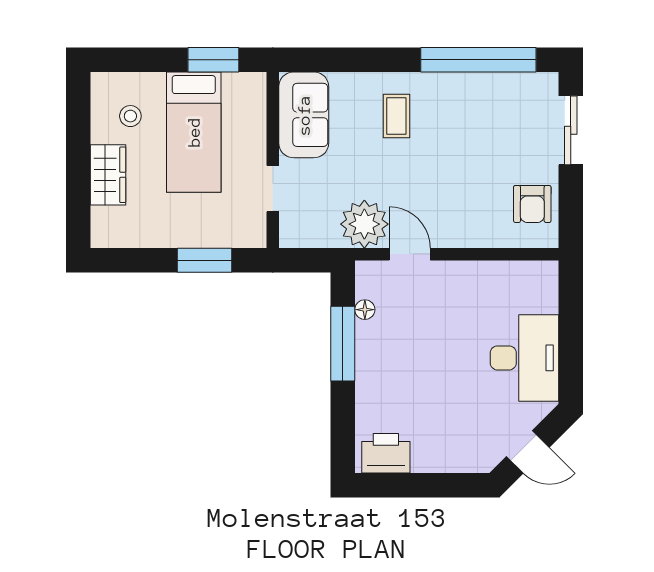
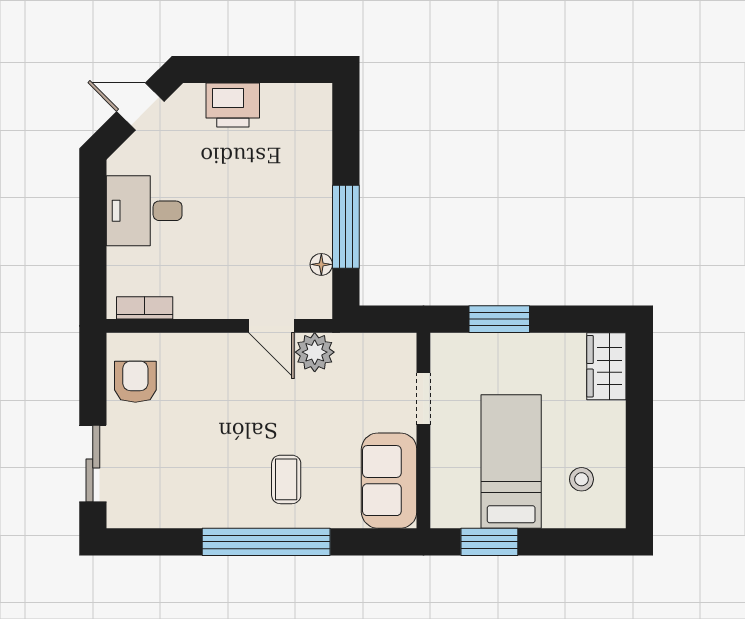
window: (478, 60) -> (266, 542), moved
wardrobe: (108, 175) -> (606, 366), moved
plant: (364, 224) -> (315, 352), width x0.73, depth x0.73
bookcase: (524, 270) -> (145, 308), added
desk: (524, 358) -> (144, 211), width x0.73
printer: (386, 453) -> (233, 105), moved

